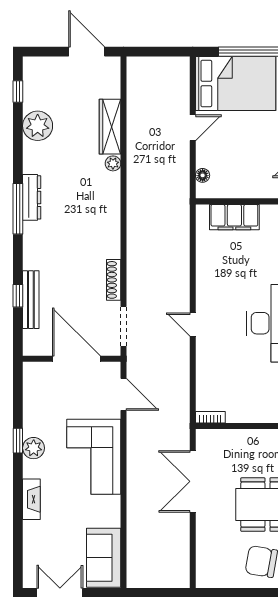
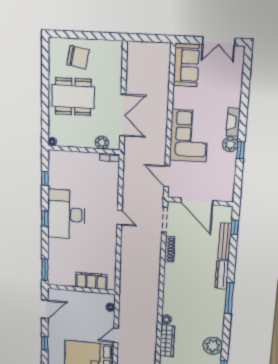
dresser: (32, 197) -> (222, 275), moved
window: (18, 296) -> (235, 227), moved
plant: (223, 439) -> (102, 143), added
fireplace: (31, 499) -> (233, 122), moved

